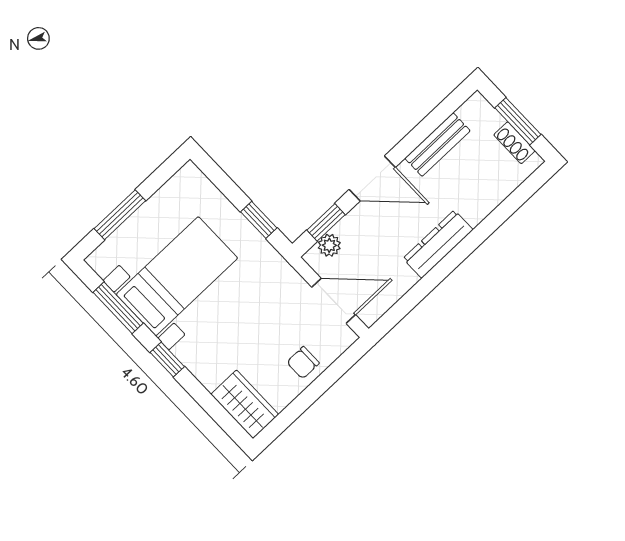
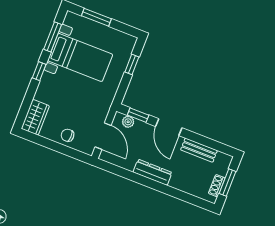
window: (259, 220) -> (132, 64), moved

